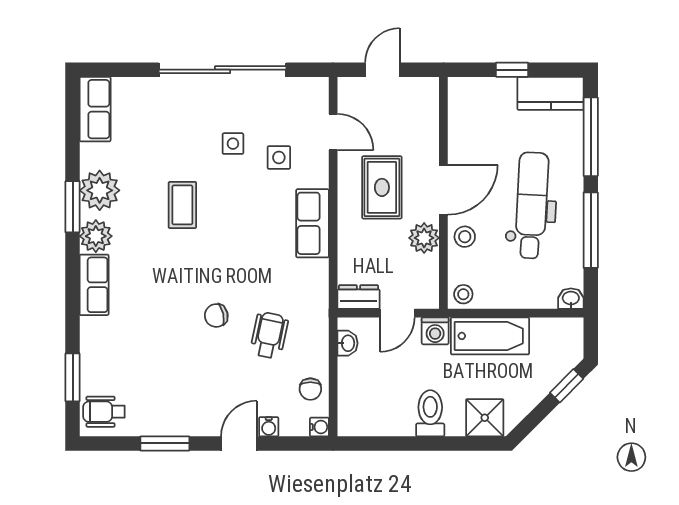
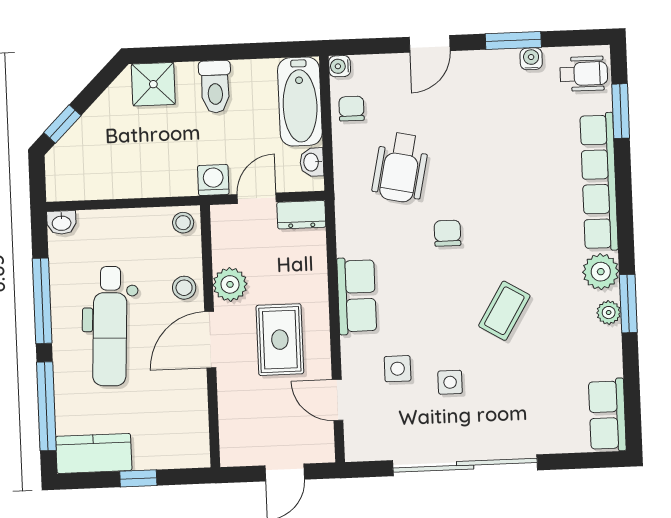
plant: (100, 190) -> (609, 313), width x0.53, depth x0.53
coffee table: (182, 205) -> (504, 311), turned 31
row of seats: (94, 285) -> (599, 182), width x2.02
chair: (216, 315) -> (447, 233), moved, turned -77
wheelchair: (269, 335) -> (400, 167), width x1.36, depth x1.37
bathtub: (490, 336) -> (300, 102), moved, turned -90
water cooler: (269, 427) -> (531, 59), moved

